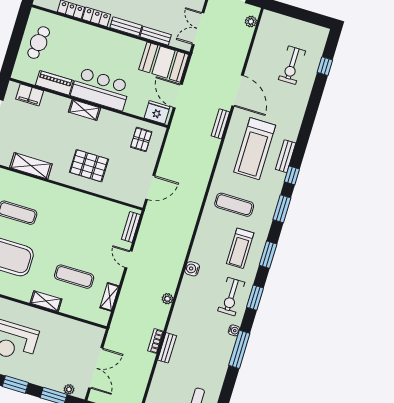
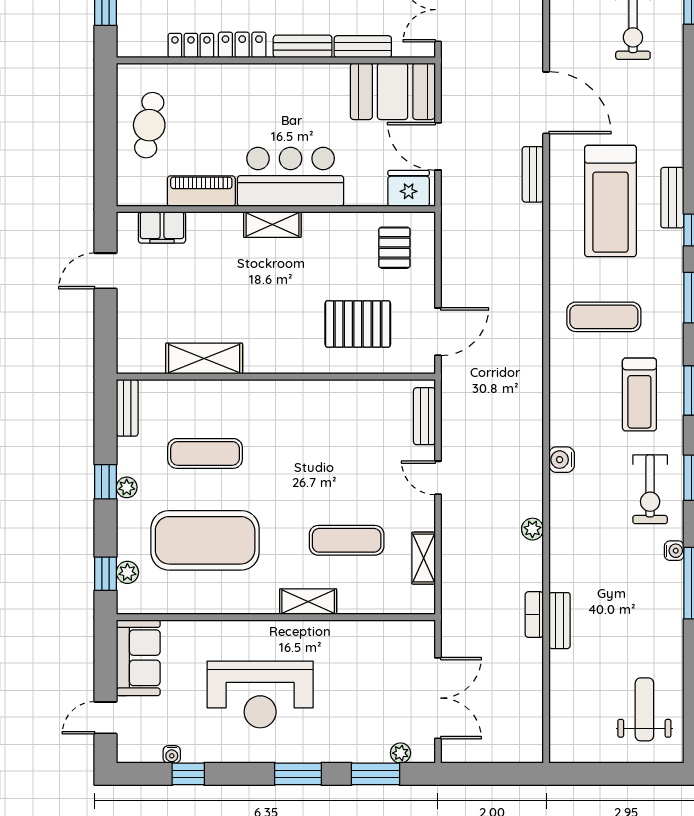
pallet: (89, 166) -> (358, 324), moved

